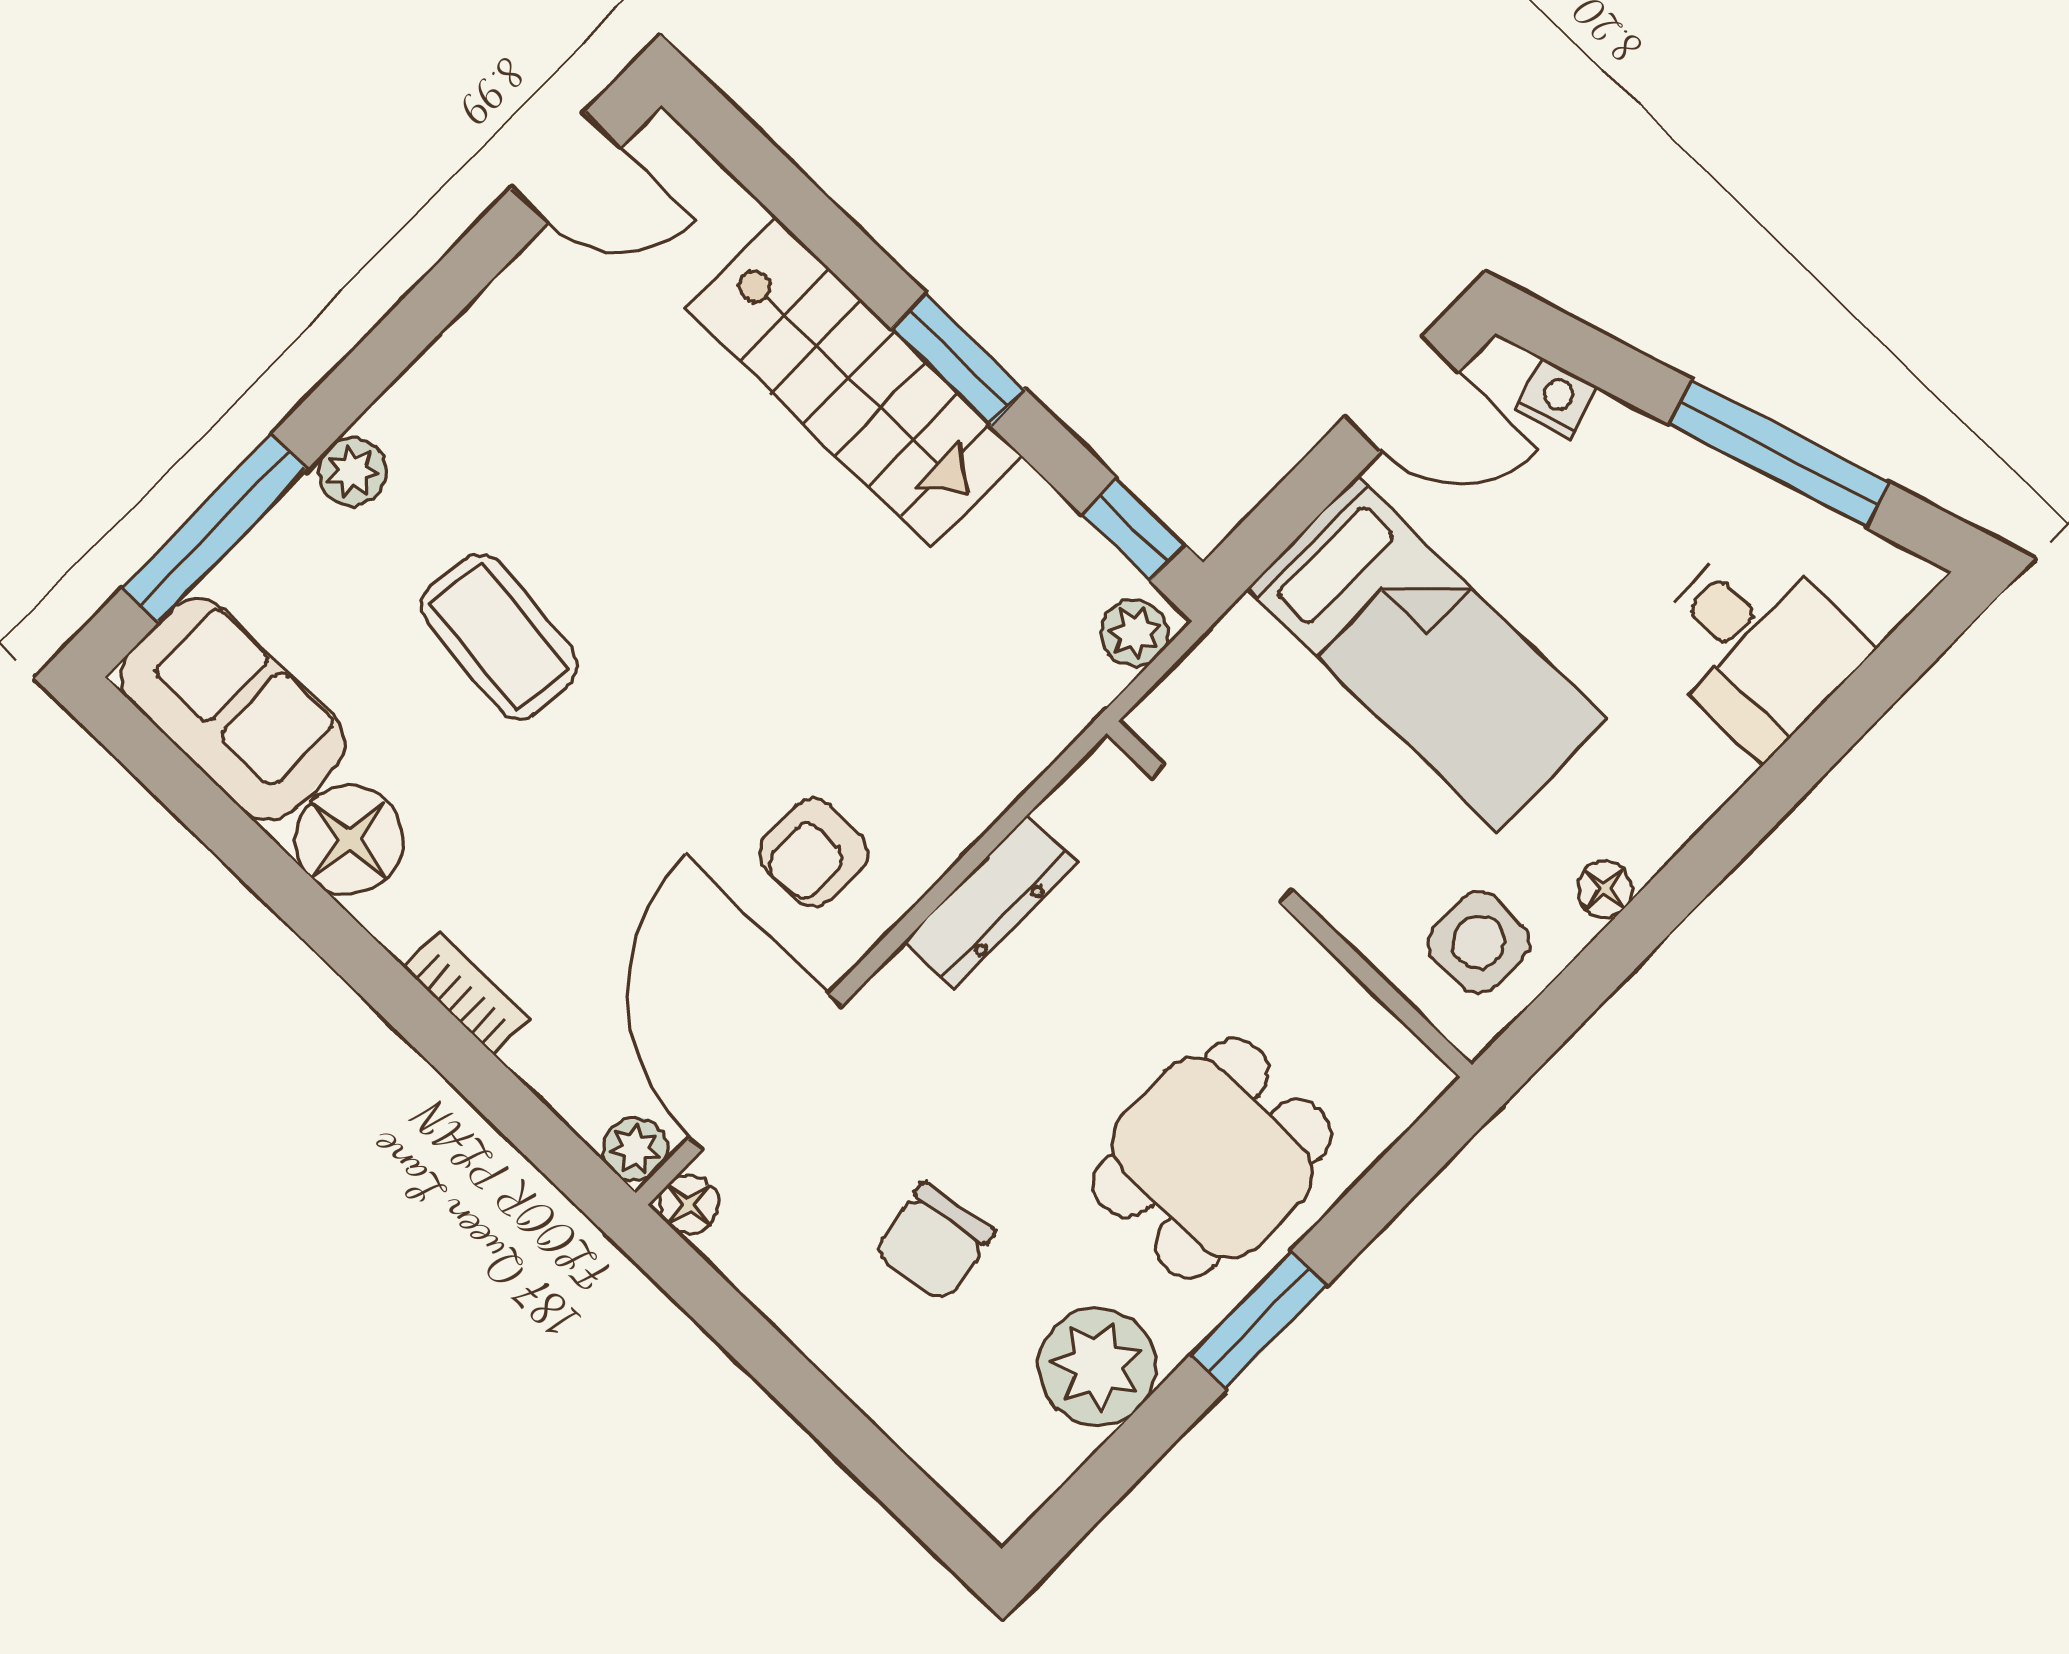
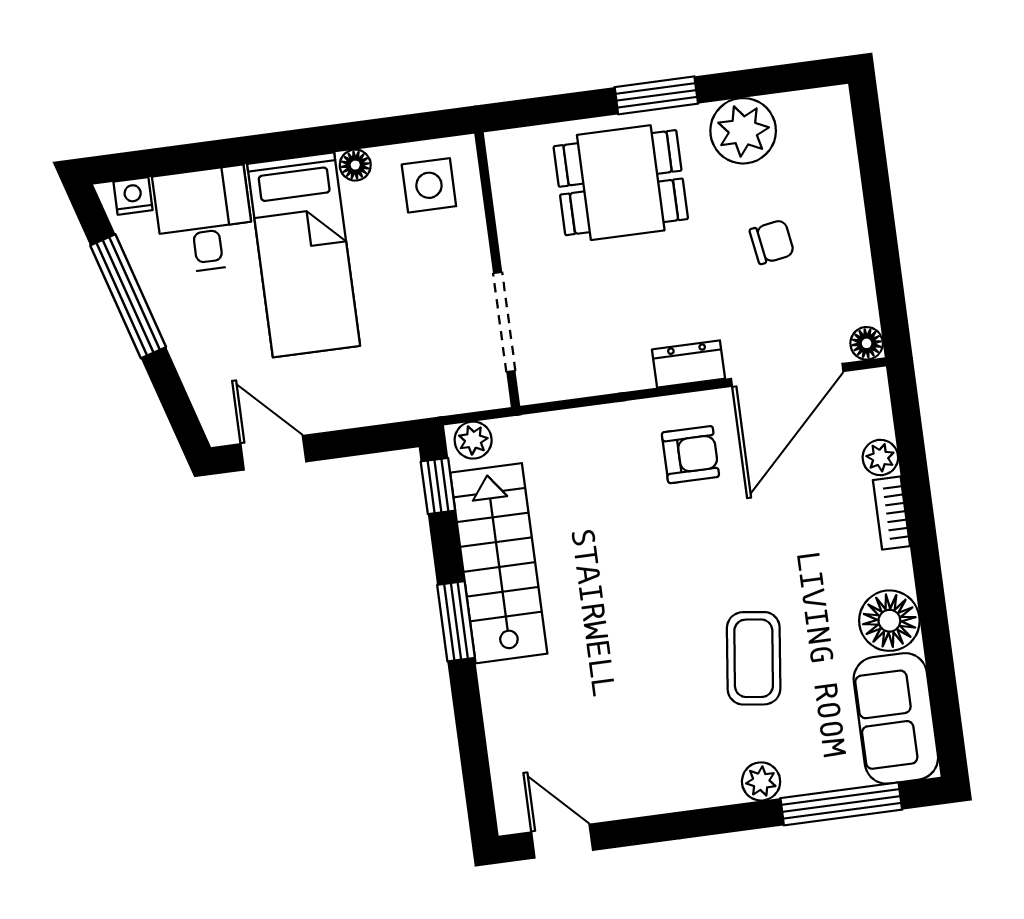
stairs: (854, 382) -> (499, 563), moved
nightstand: (1556, 398) -> (133, 196), moved, turned 107
bed: (1427, 654) -> (304, 255), moved, turned 180
dresser: (990, 902) -> (689, 364), moved, width x0.70
plant: (635, 1149) -> (880, 458), moved
chair: (934, 1242) -> (772, 242), width x0.73, depth x0.73

